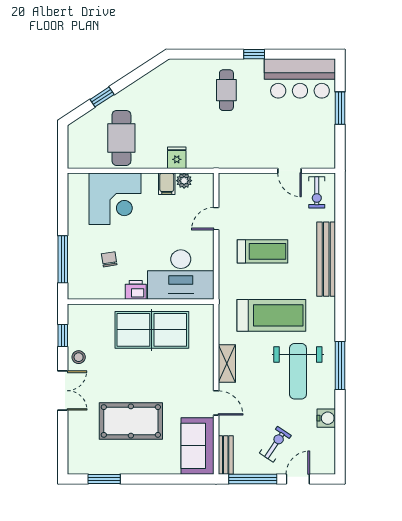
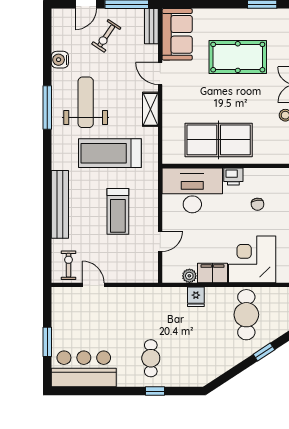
window: (254, 54) -> (155, 391), moved
filing cabinet: (167, 184) -> (212, 273), width x2.00
treadmill: (262, 251) -> (118, 211), turned -90

